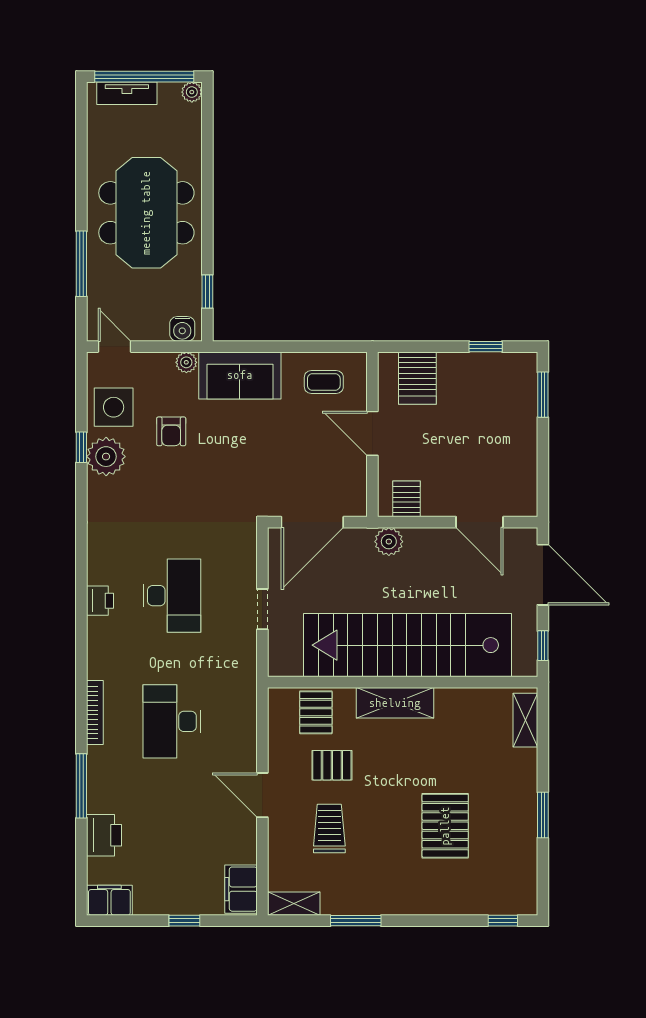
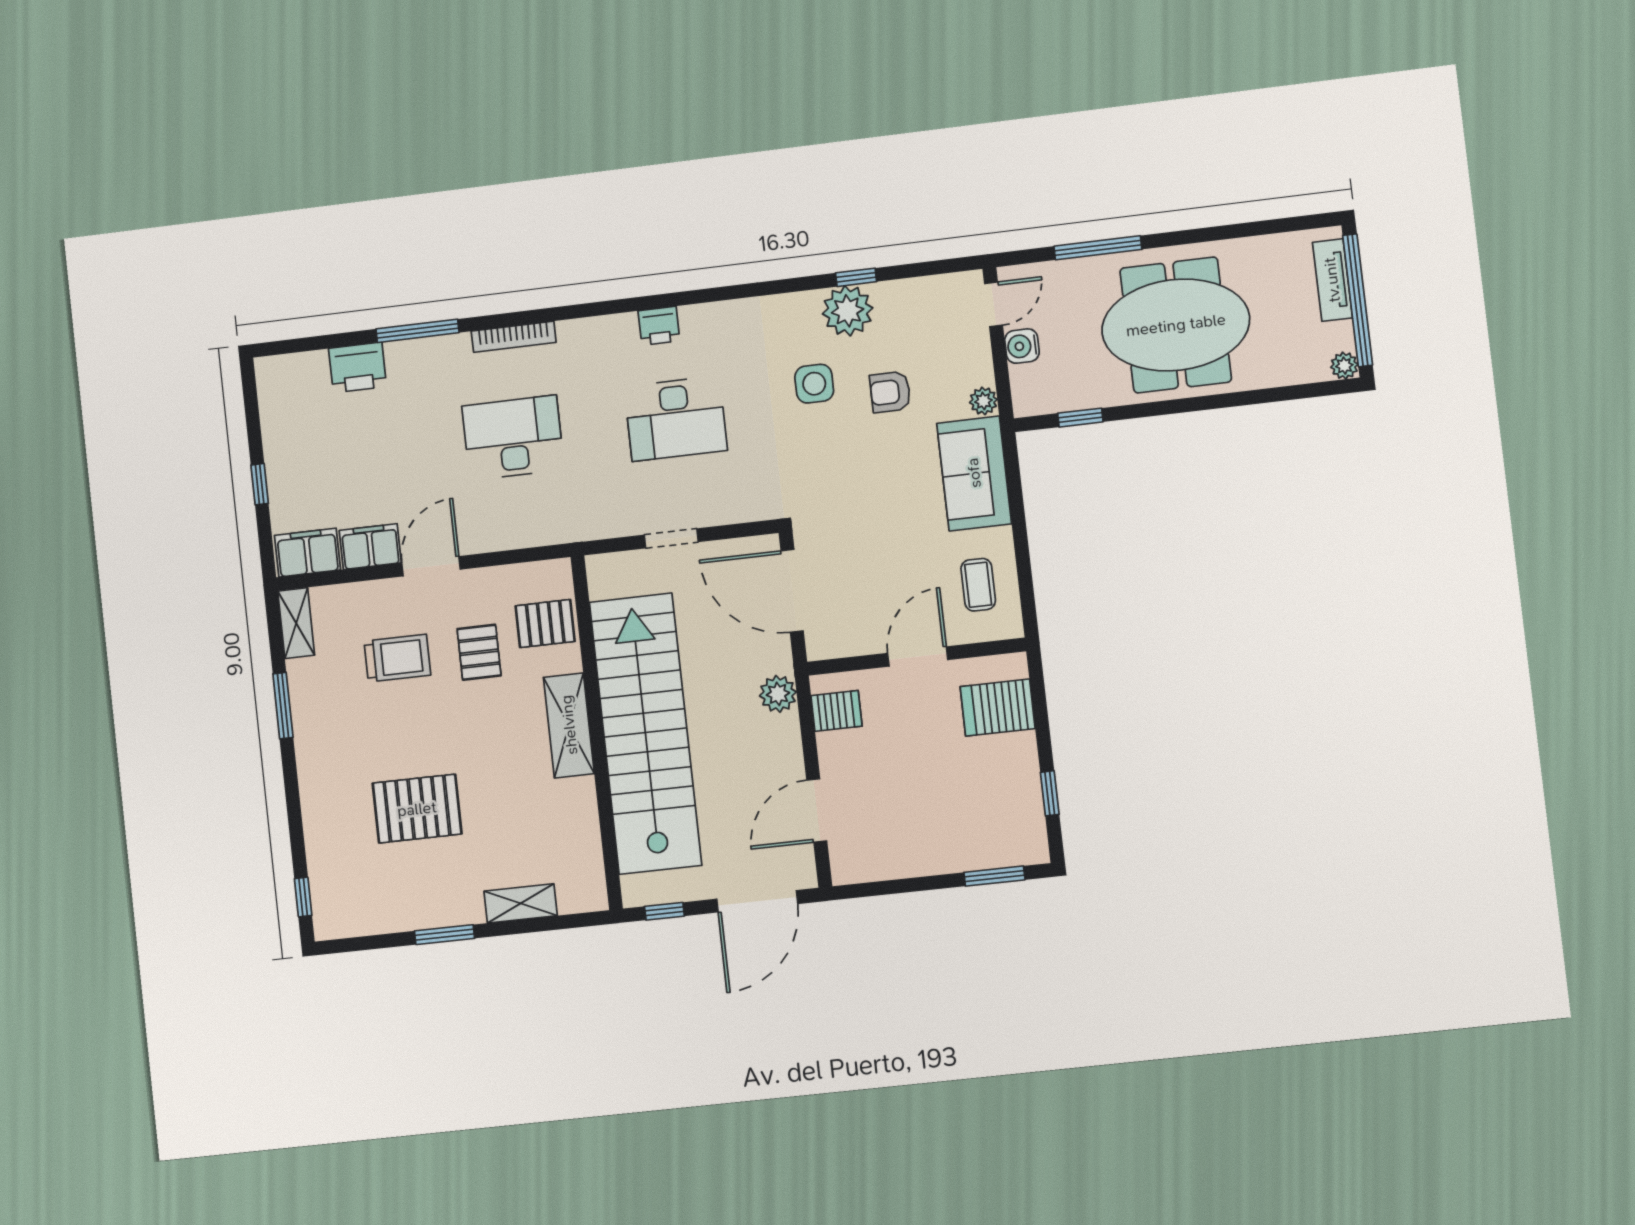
water cooler: (182, 329) -> (1022, 346), moved
side table: (114, 407) -> (814, 384), moved, width x0.73, depth x0.73
shelving: (525, 720) -> (521, 903), moved
filing cabinet: (109, 900) -> (370, 547), moved, turned -90

